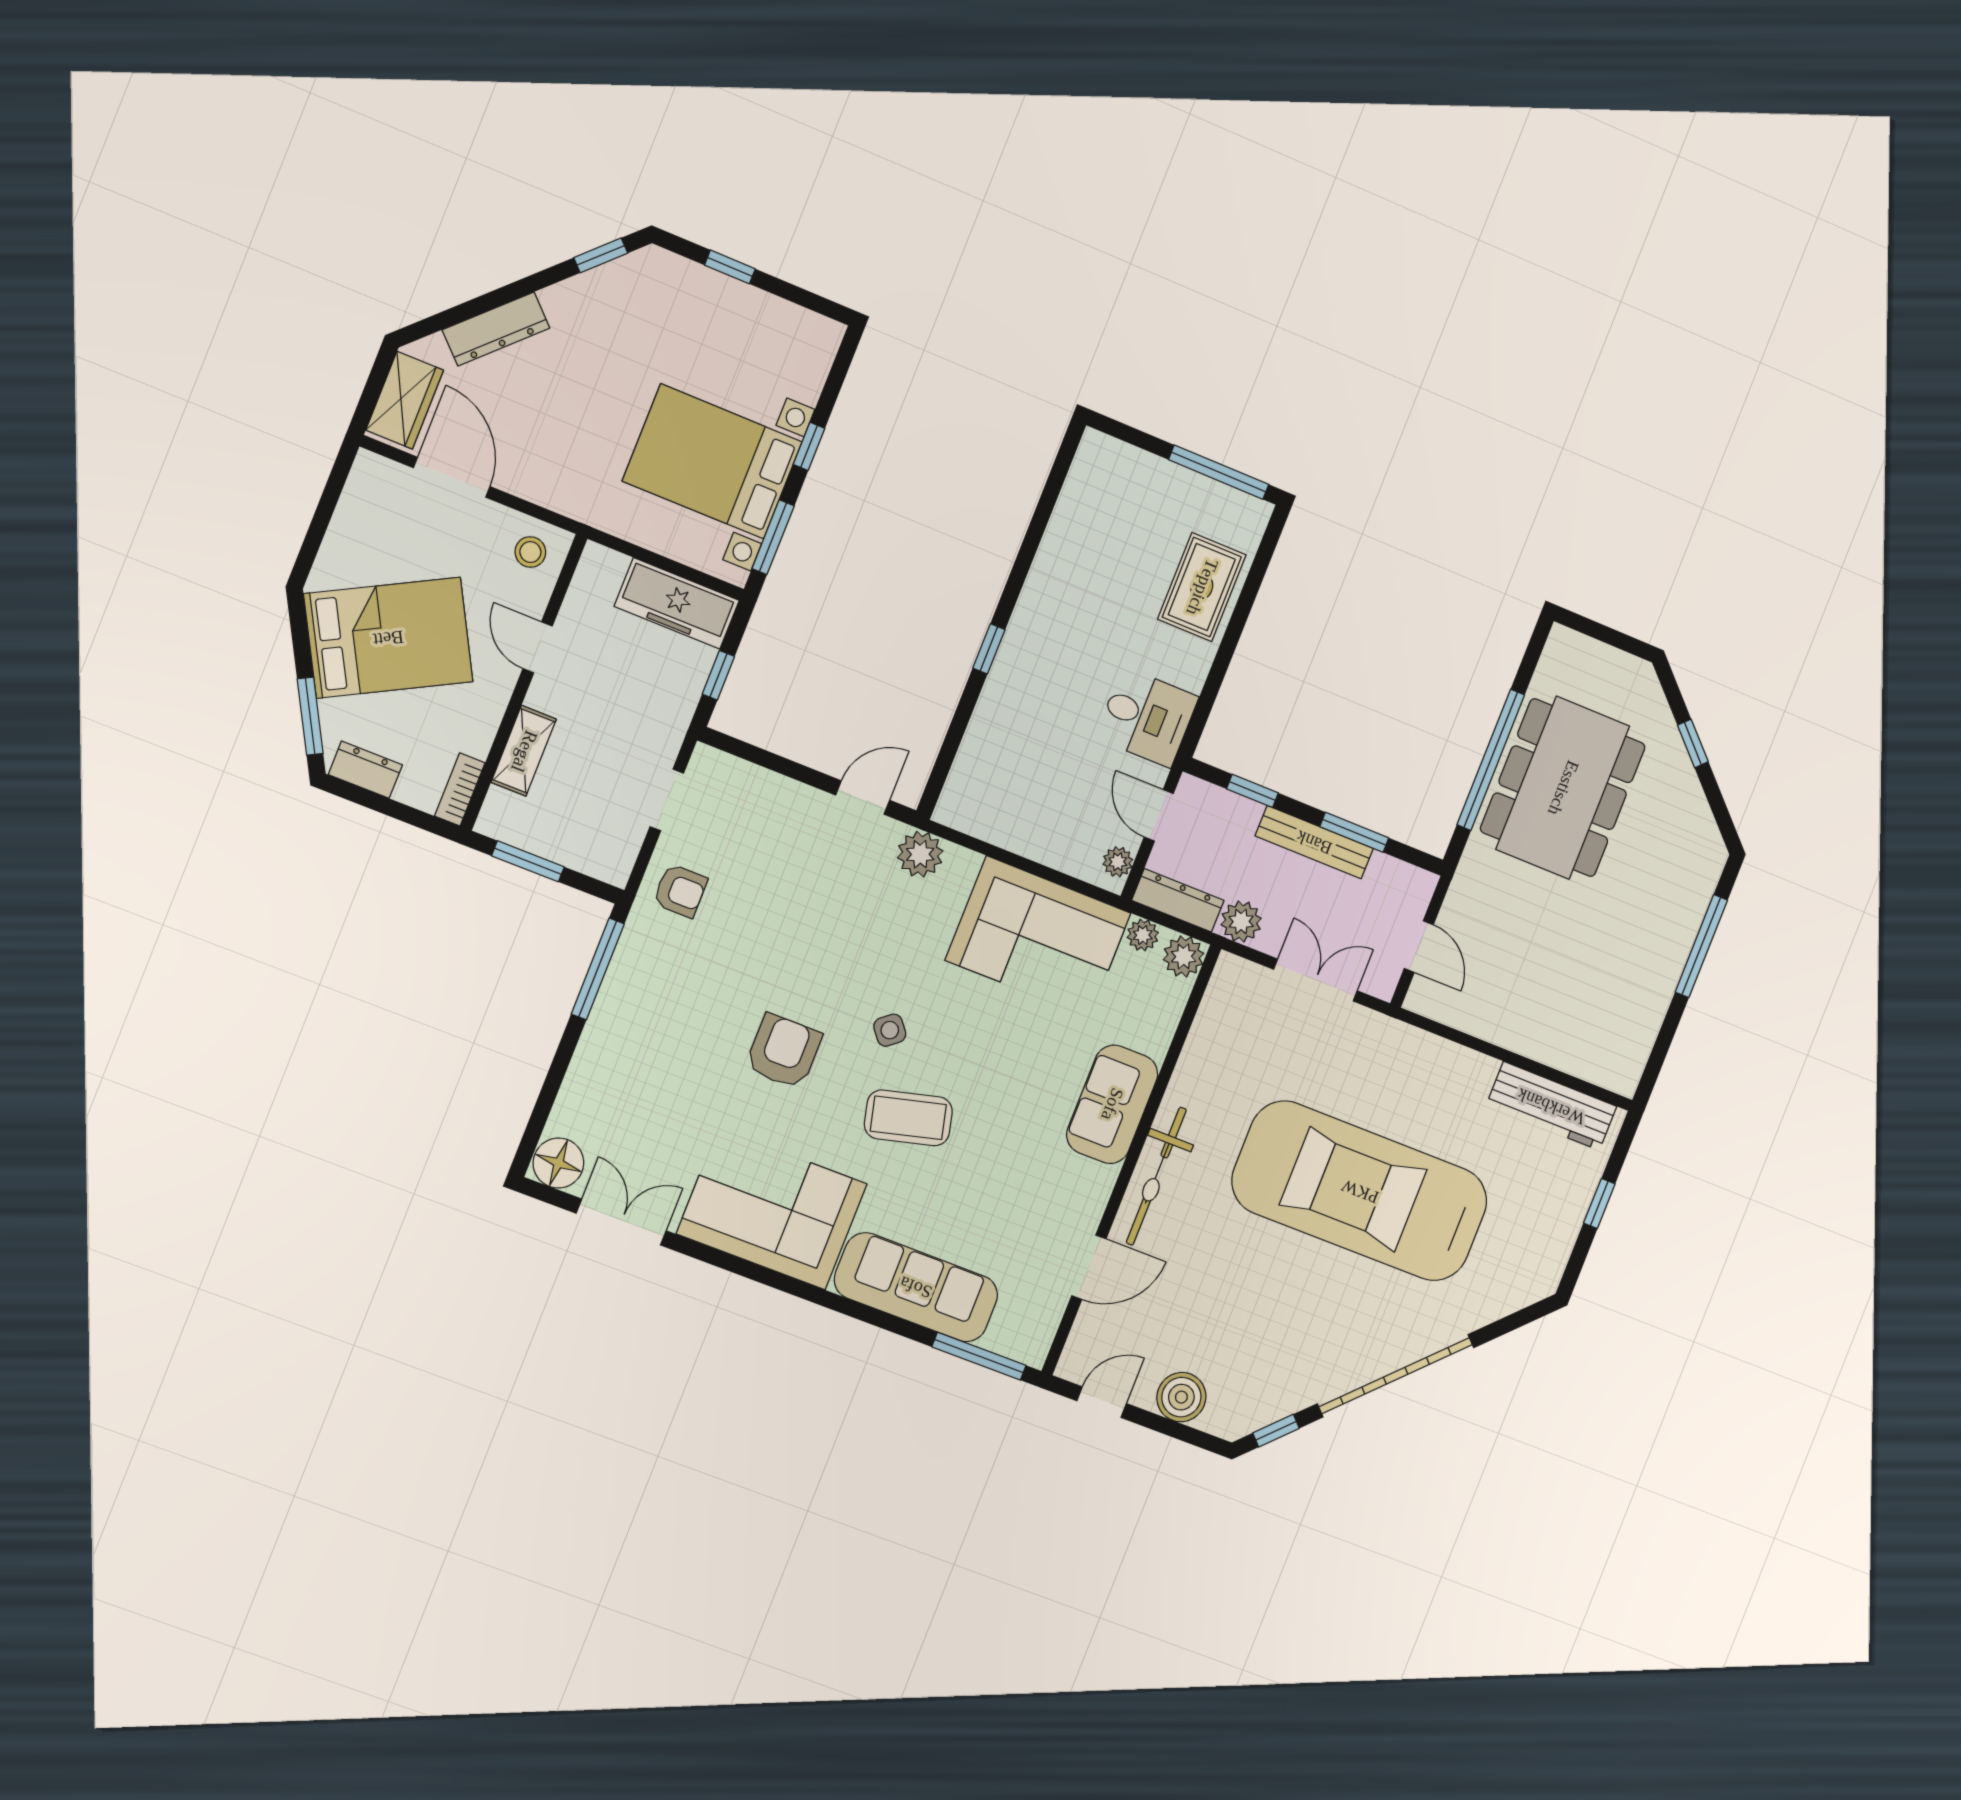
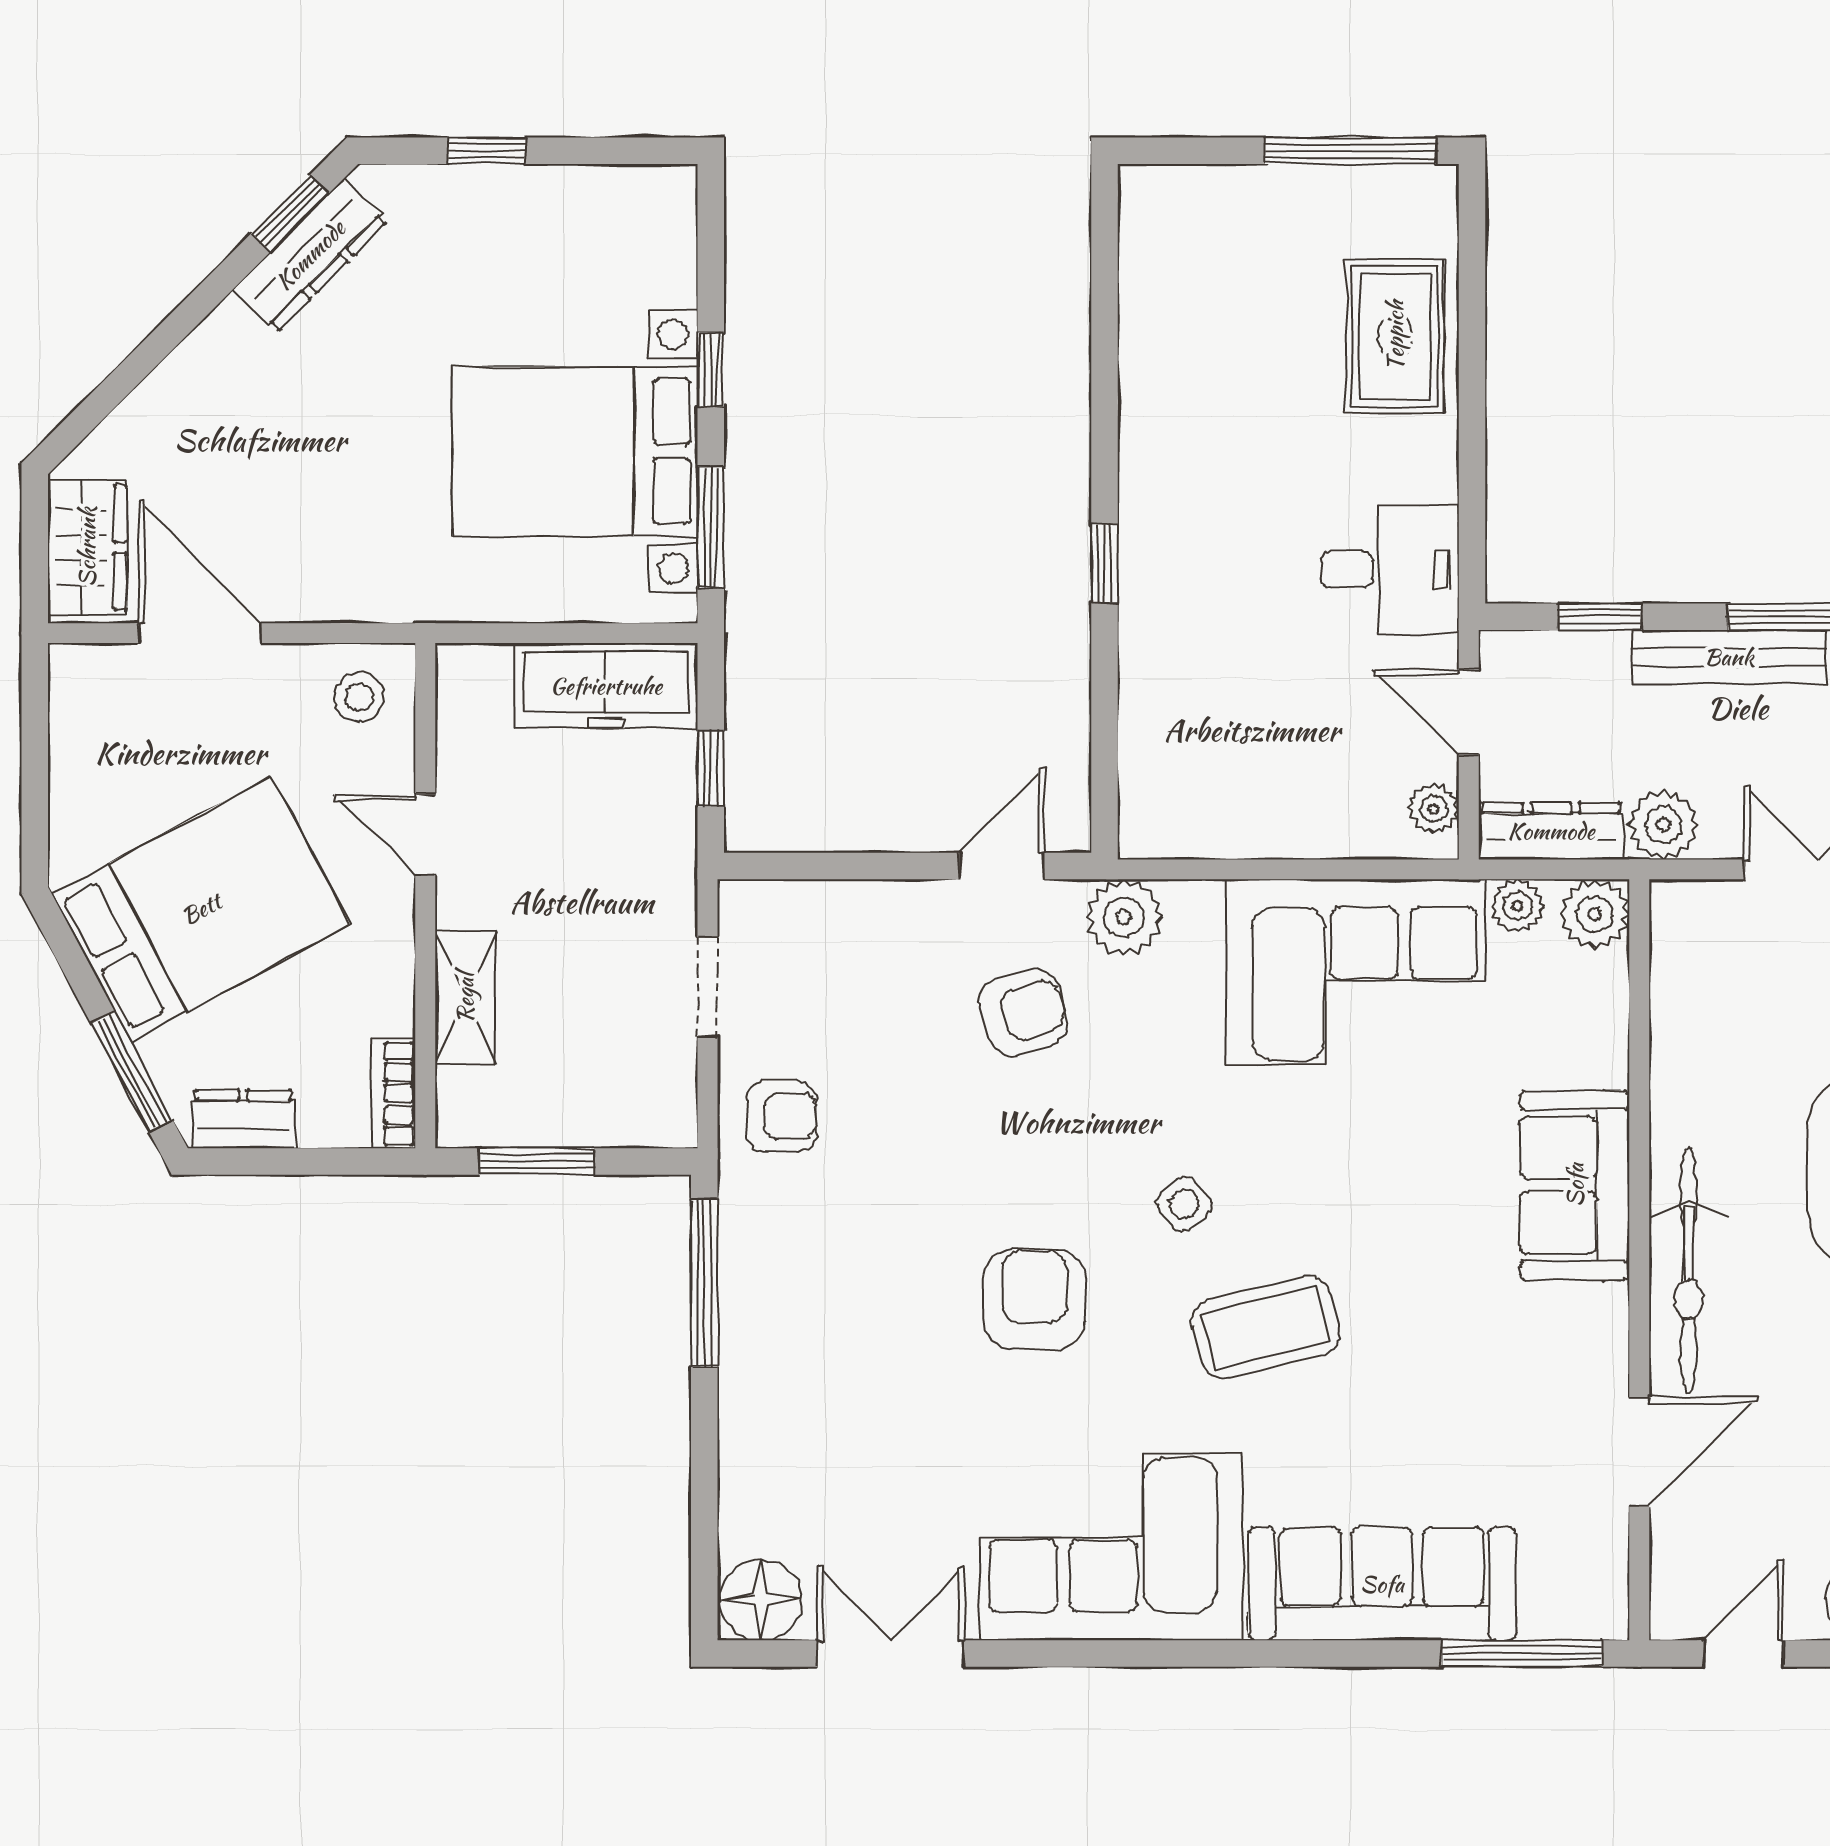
dresser: (496, 329) -> (310, 255), moved
armchair: (842, 886) -> (1023, 1012), added

